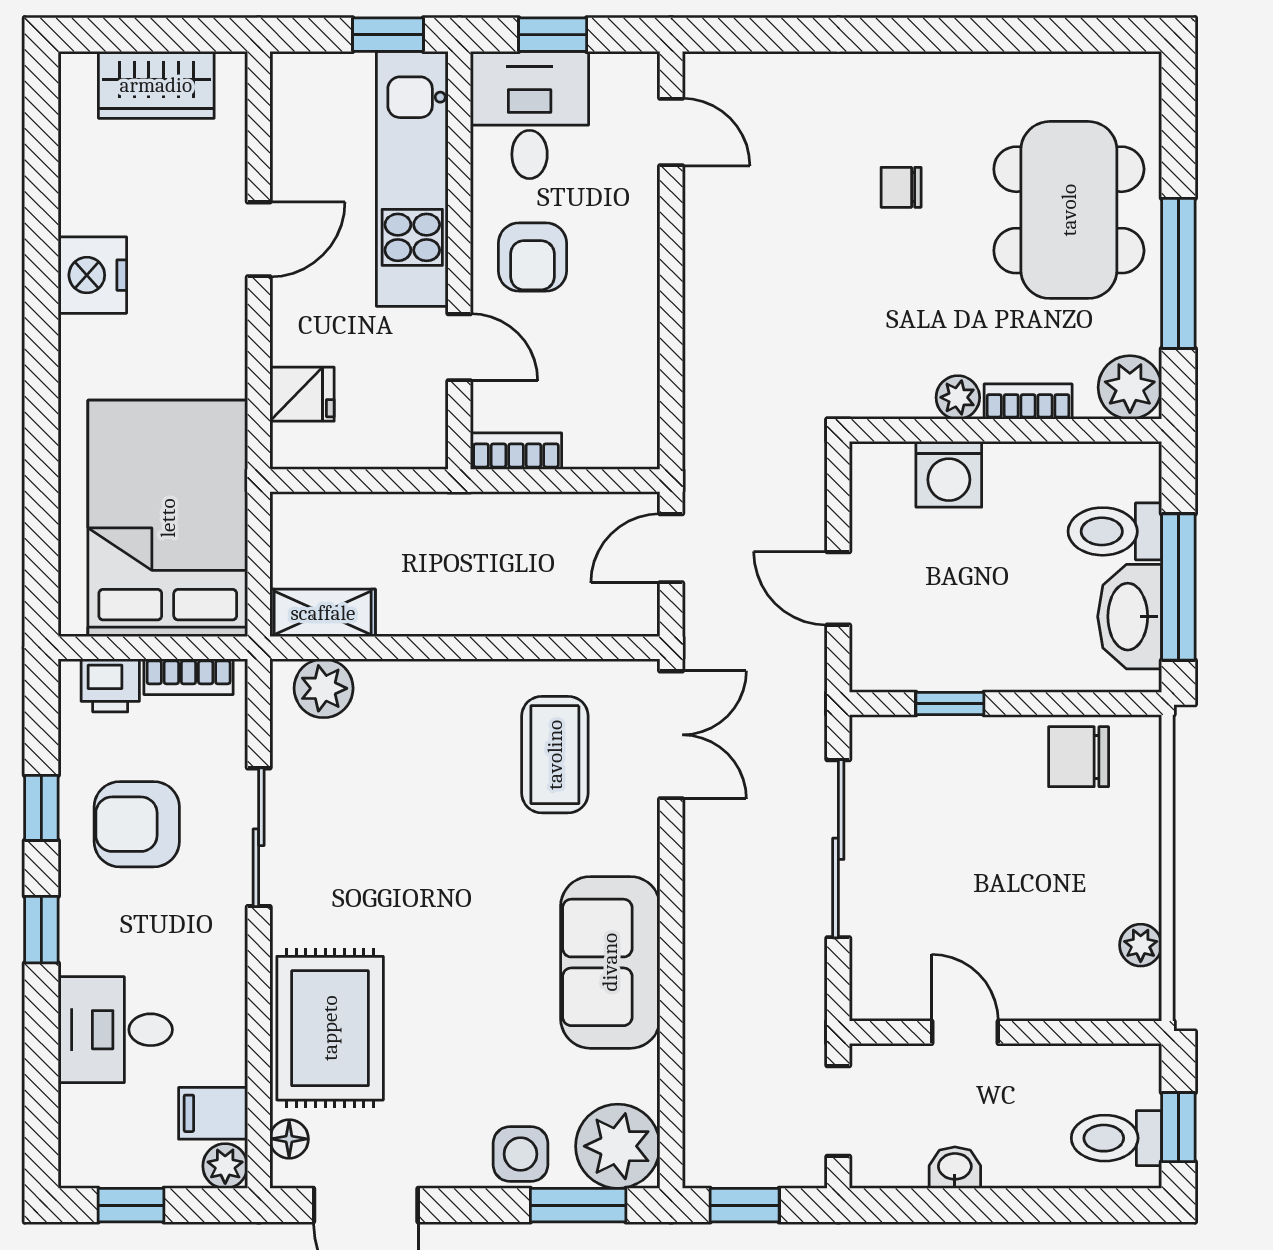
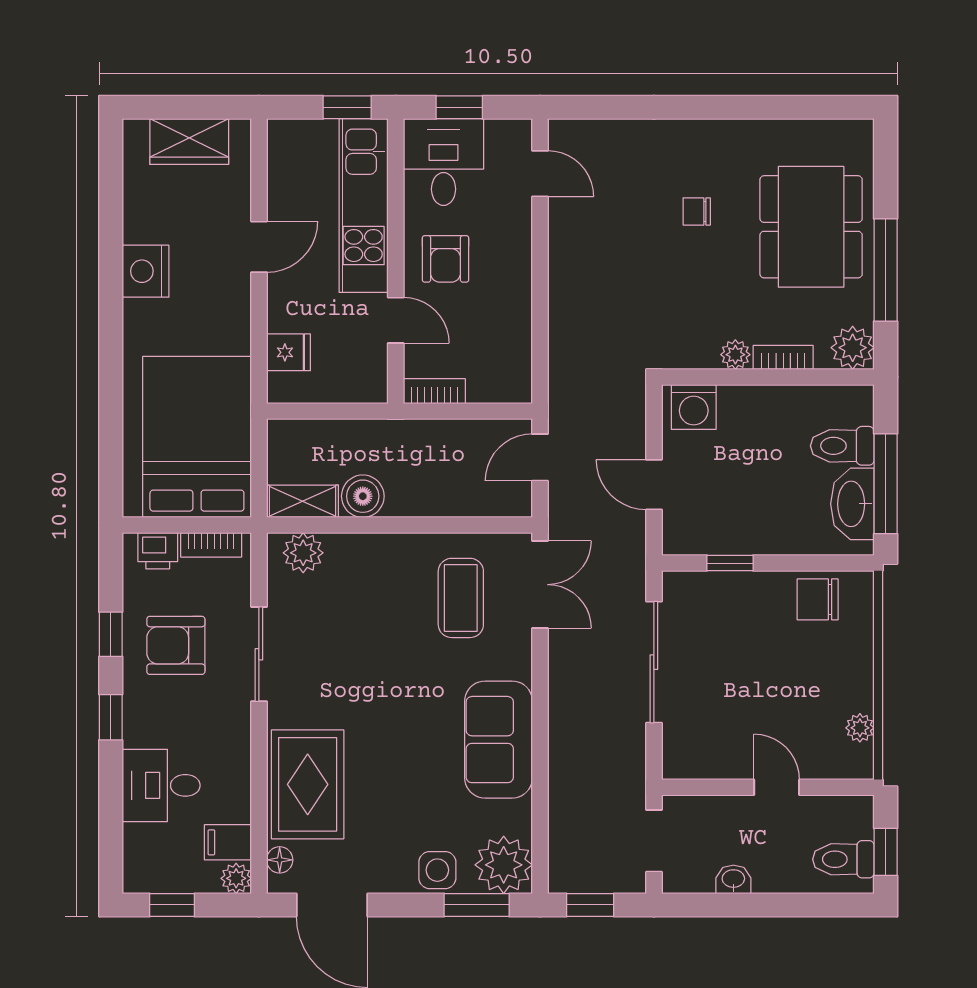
washing machine: (949, 474) -> (694, 407), moved
boiler: (411, 605) -> (363, 496), added
door: (965, 1032) -> (777, 787), moved

